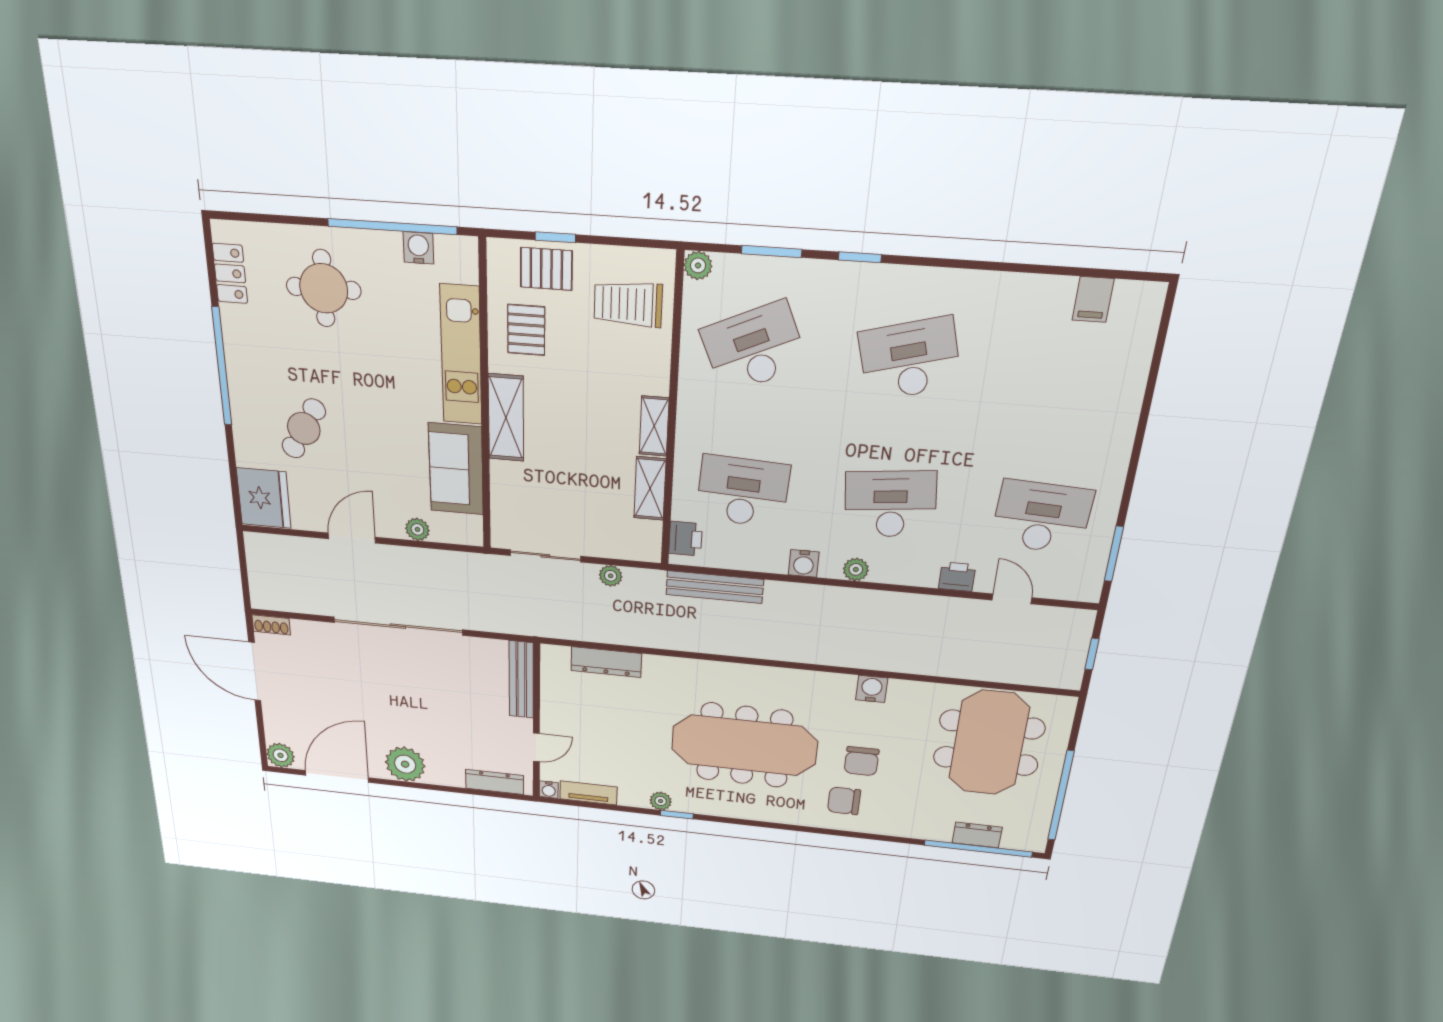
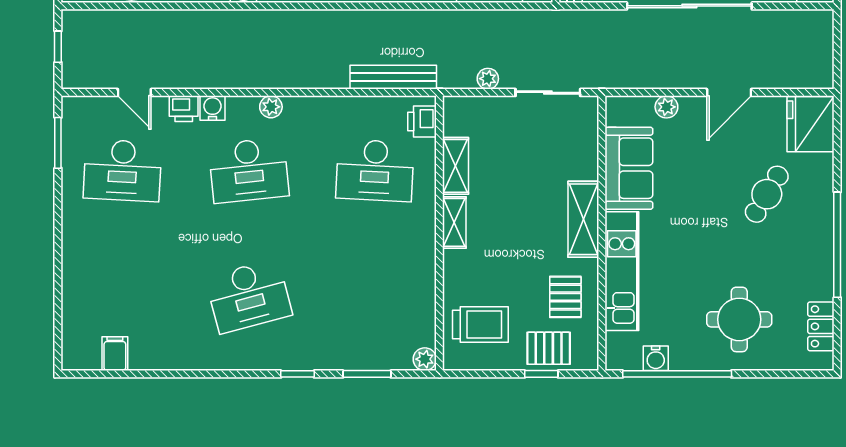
desk: (754, 348) -> (375, 296), removed
water cooler: (804, 563) -> (212, 108), moved

